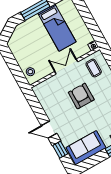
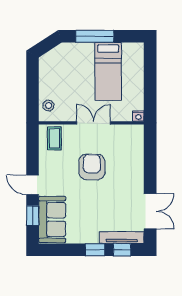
coffee table: (94, 68) -> (54, 138), moved
sofa: (86, 148) -> (52, 220), moved, turned 90

